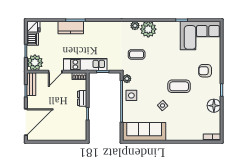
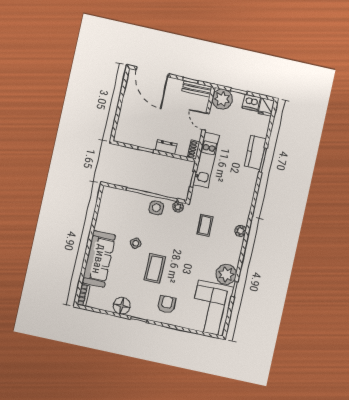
plant: (148, 29) -> (226, 274), moved
sofa: (144, 132) -> (99, 259), moved

